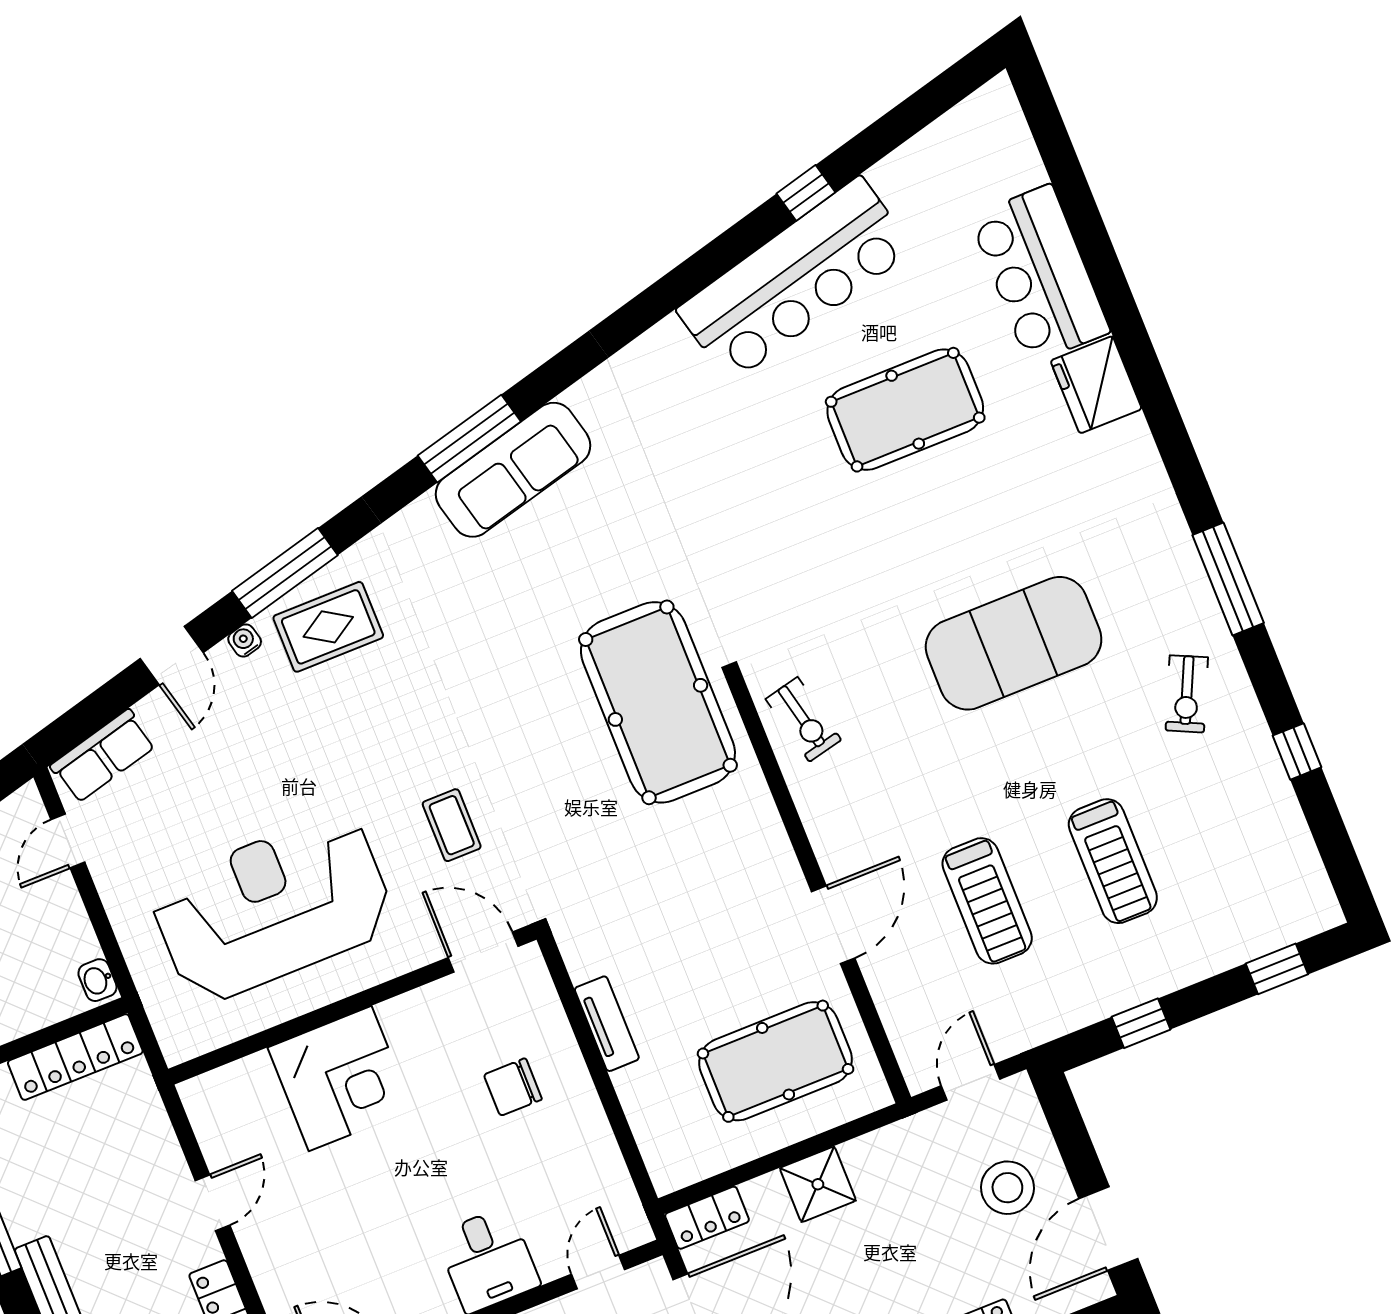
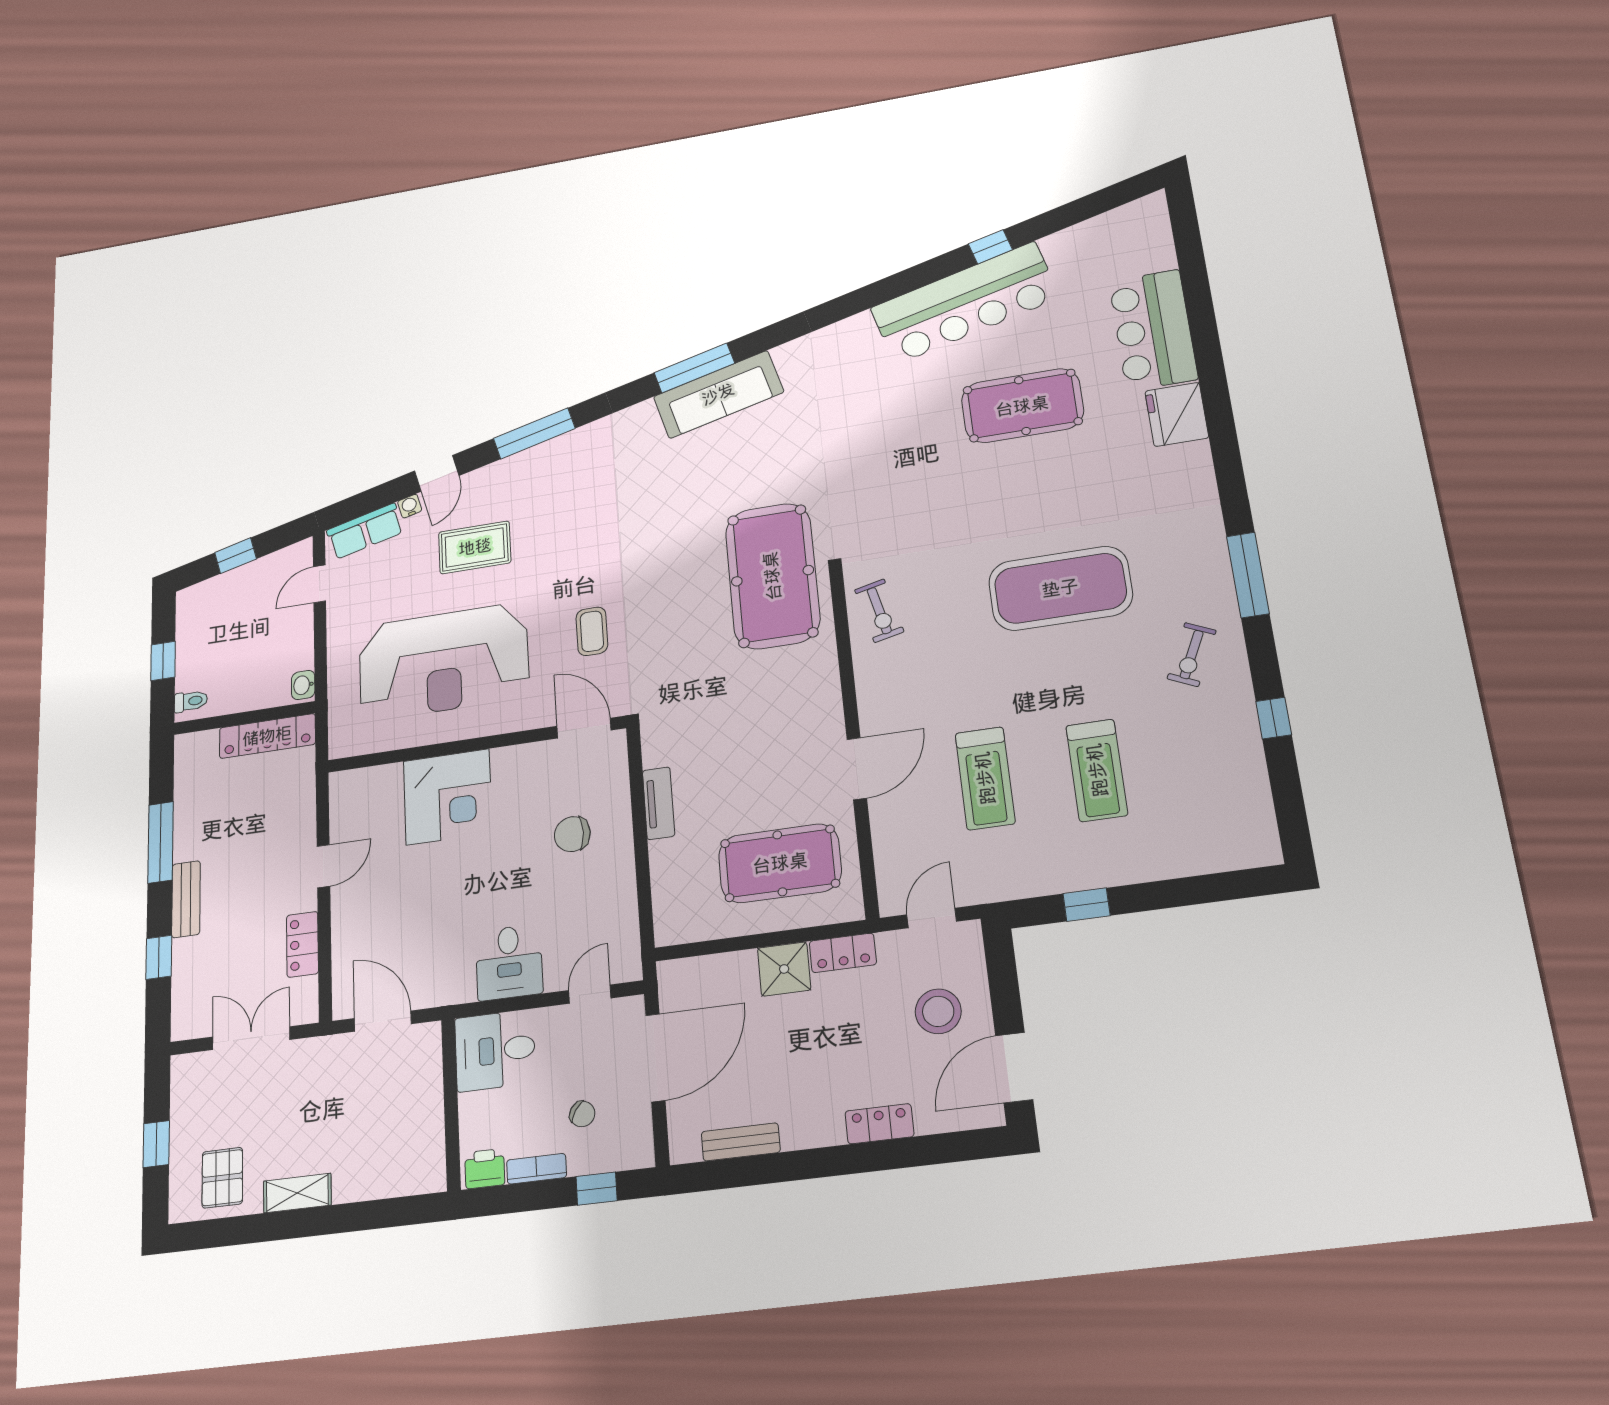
rug: (328, 627) -> (475, 547), moved
water cooler: (245, 641) -> (410, 506), moved
reception desk: (273, 908) -> (443, 662), turned 180
window: (1277, 969) -> (1214, 888), removed
locker: (707, 1218) -> (843, 953), moved

